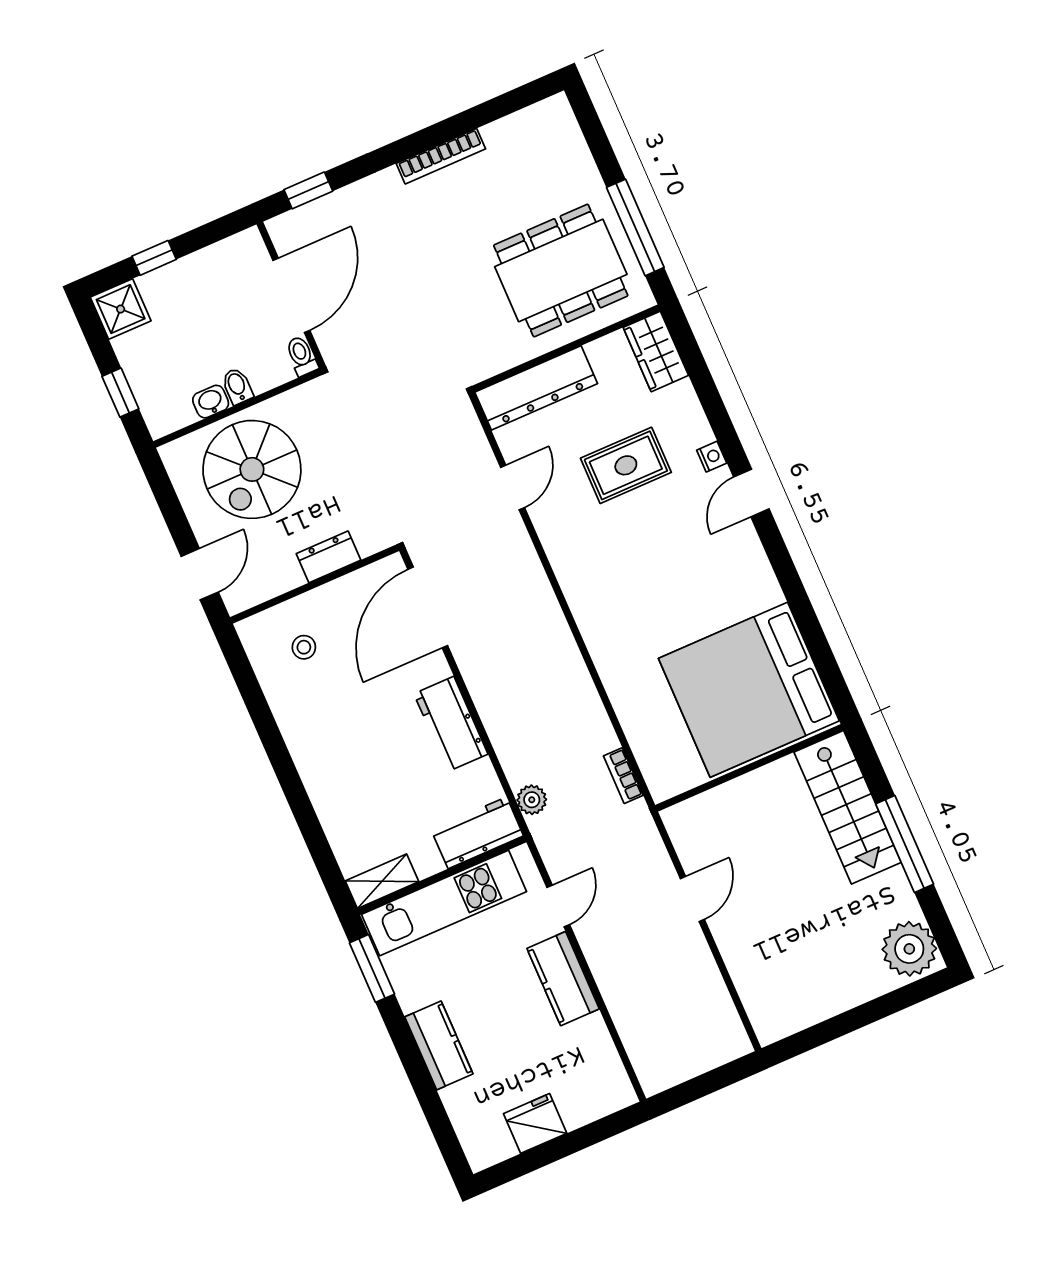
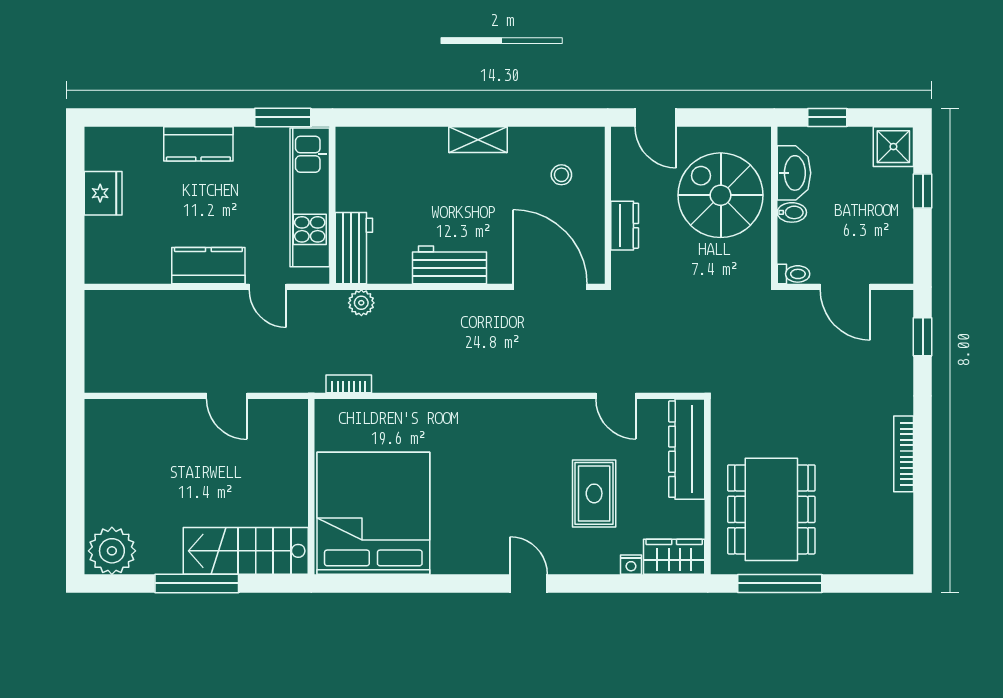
door: (291, 295) -> (845, 287), width x0.73
washbasin: (211, 402) -> (794, 173), width x1.91, depth x1.45
nightstand: (712, 457) -> (631, 565), moved
shelving: (382, 881) -> (478, 140), moved, turned 90

